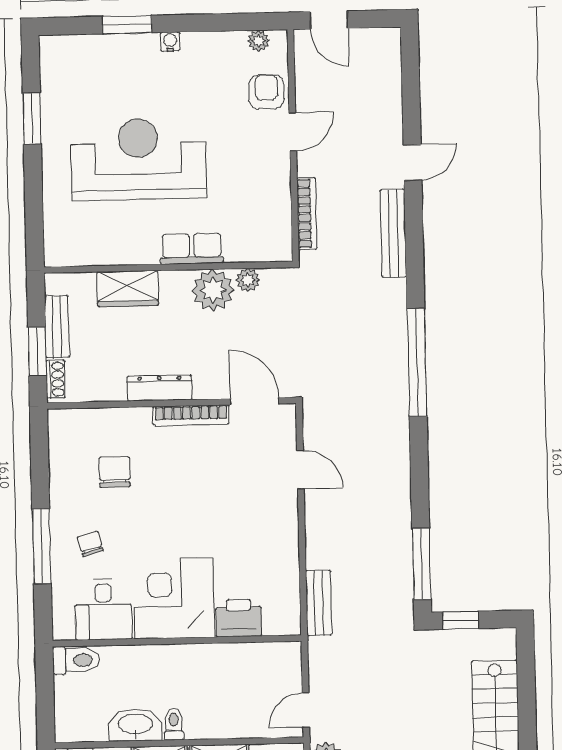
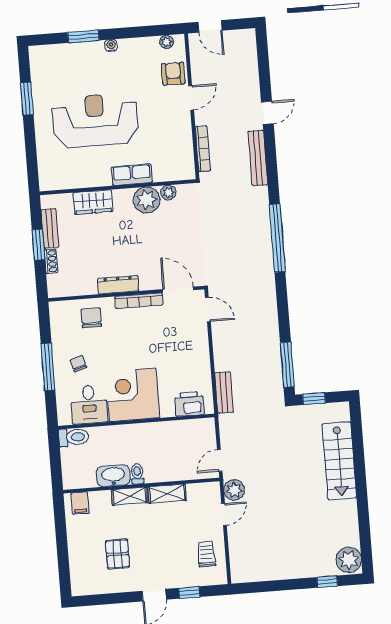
dresser: (159, 388) -> (118, 285), moved
door: (254, 401) -> (178, 290), moved
wall: (171, 403) -> (126, 294), moved
bookcase: (191, 415) -> (139, 301), moved
printer: (239, 618) -> (189, 404), moved

